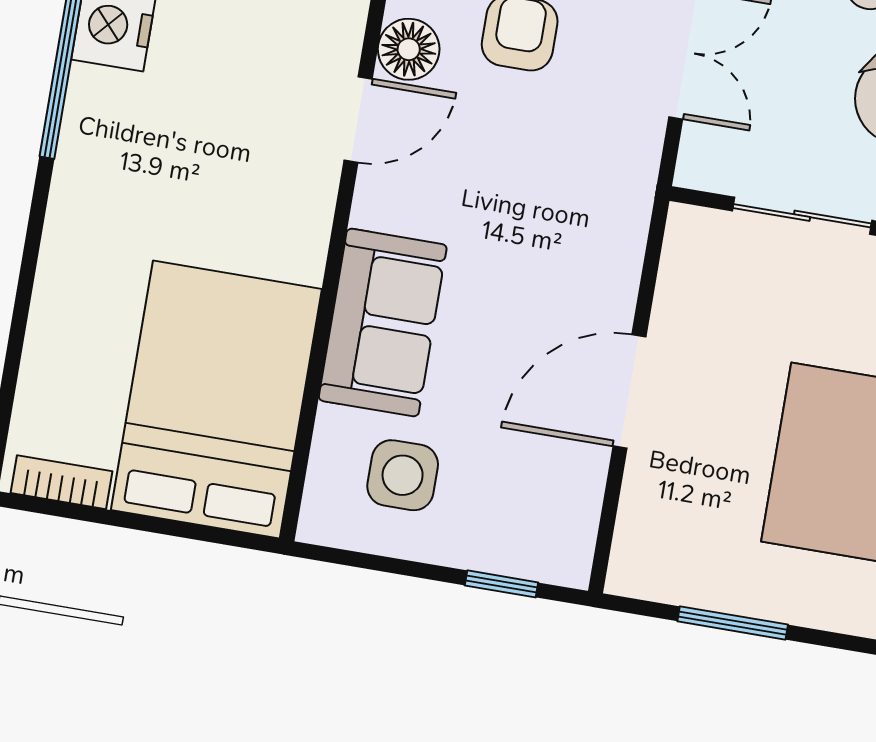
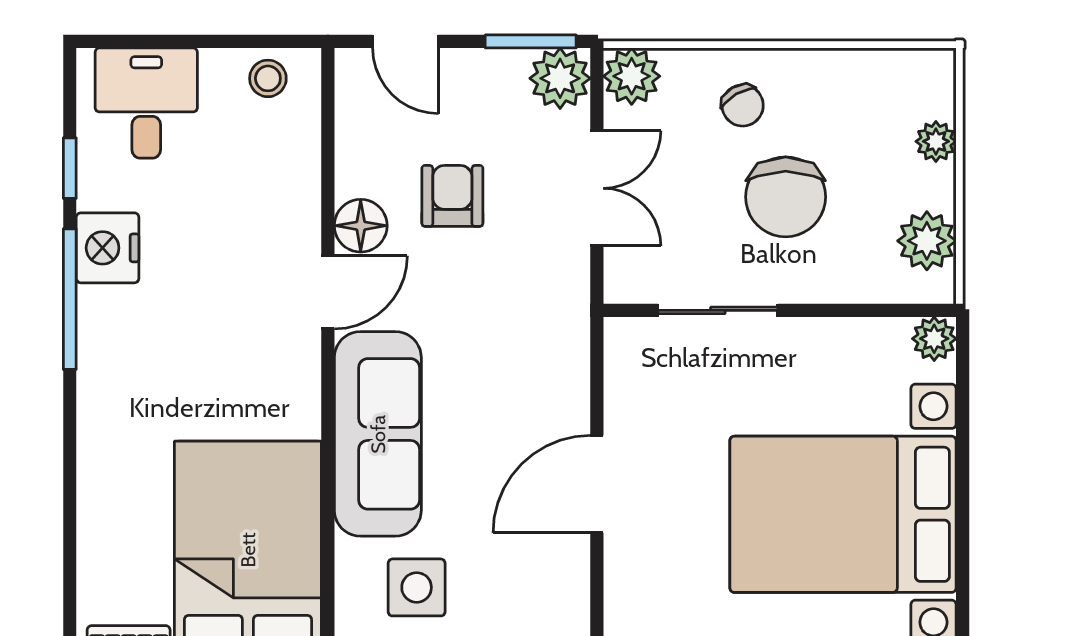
sofa: (383, 323) -> (378, 434), width x1.36

